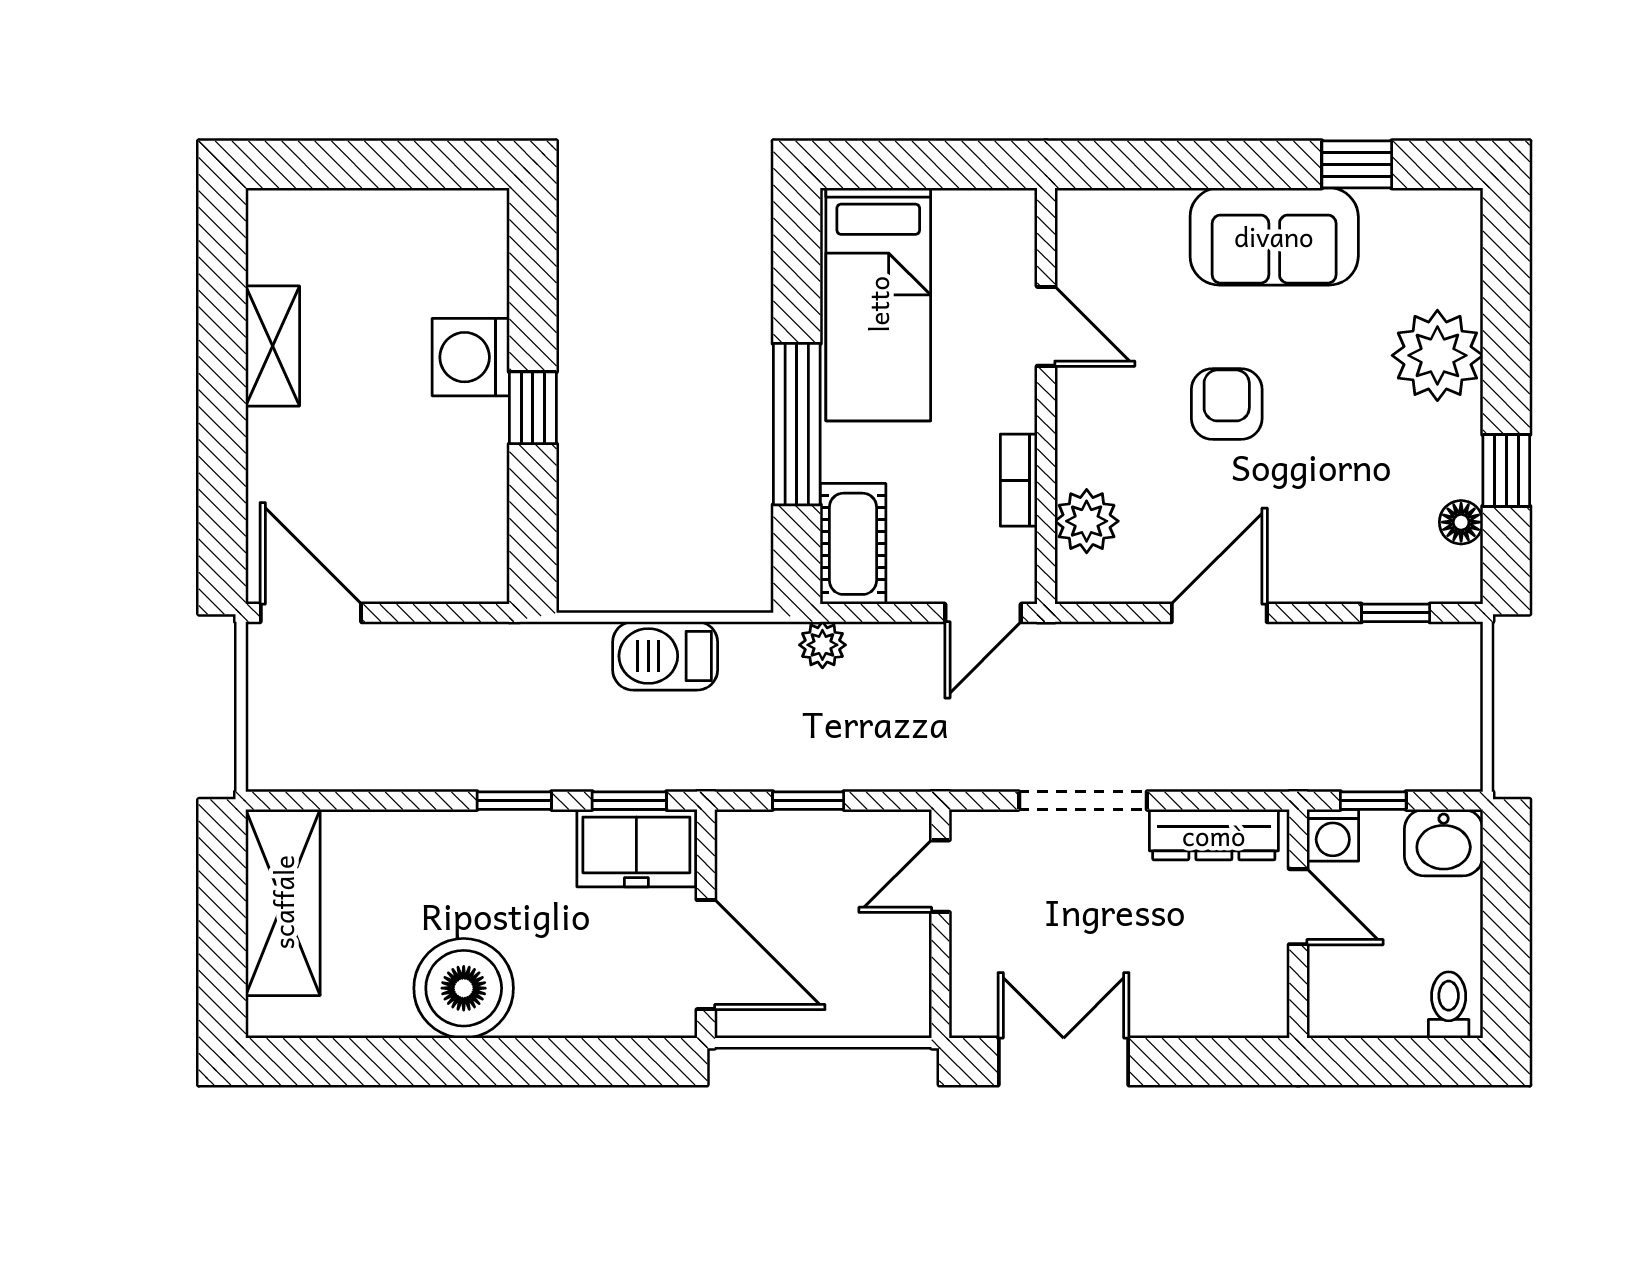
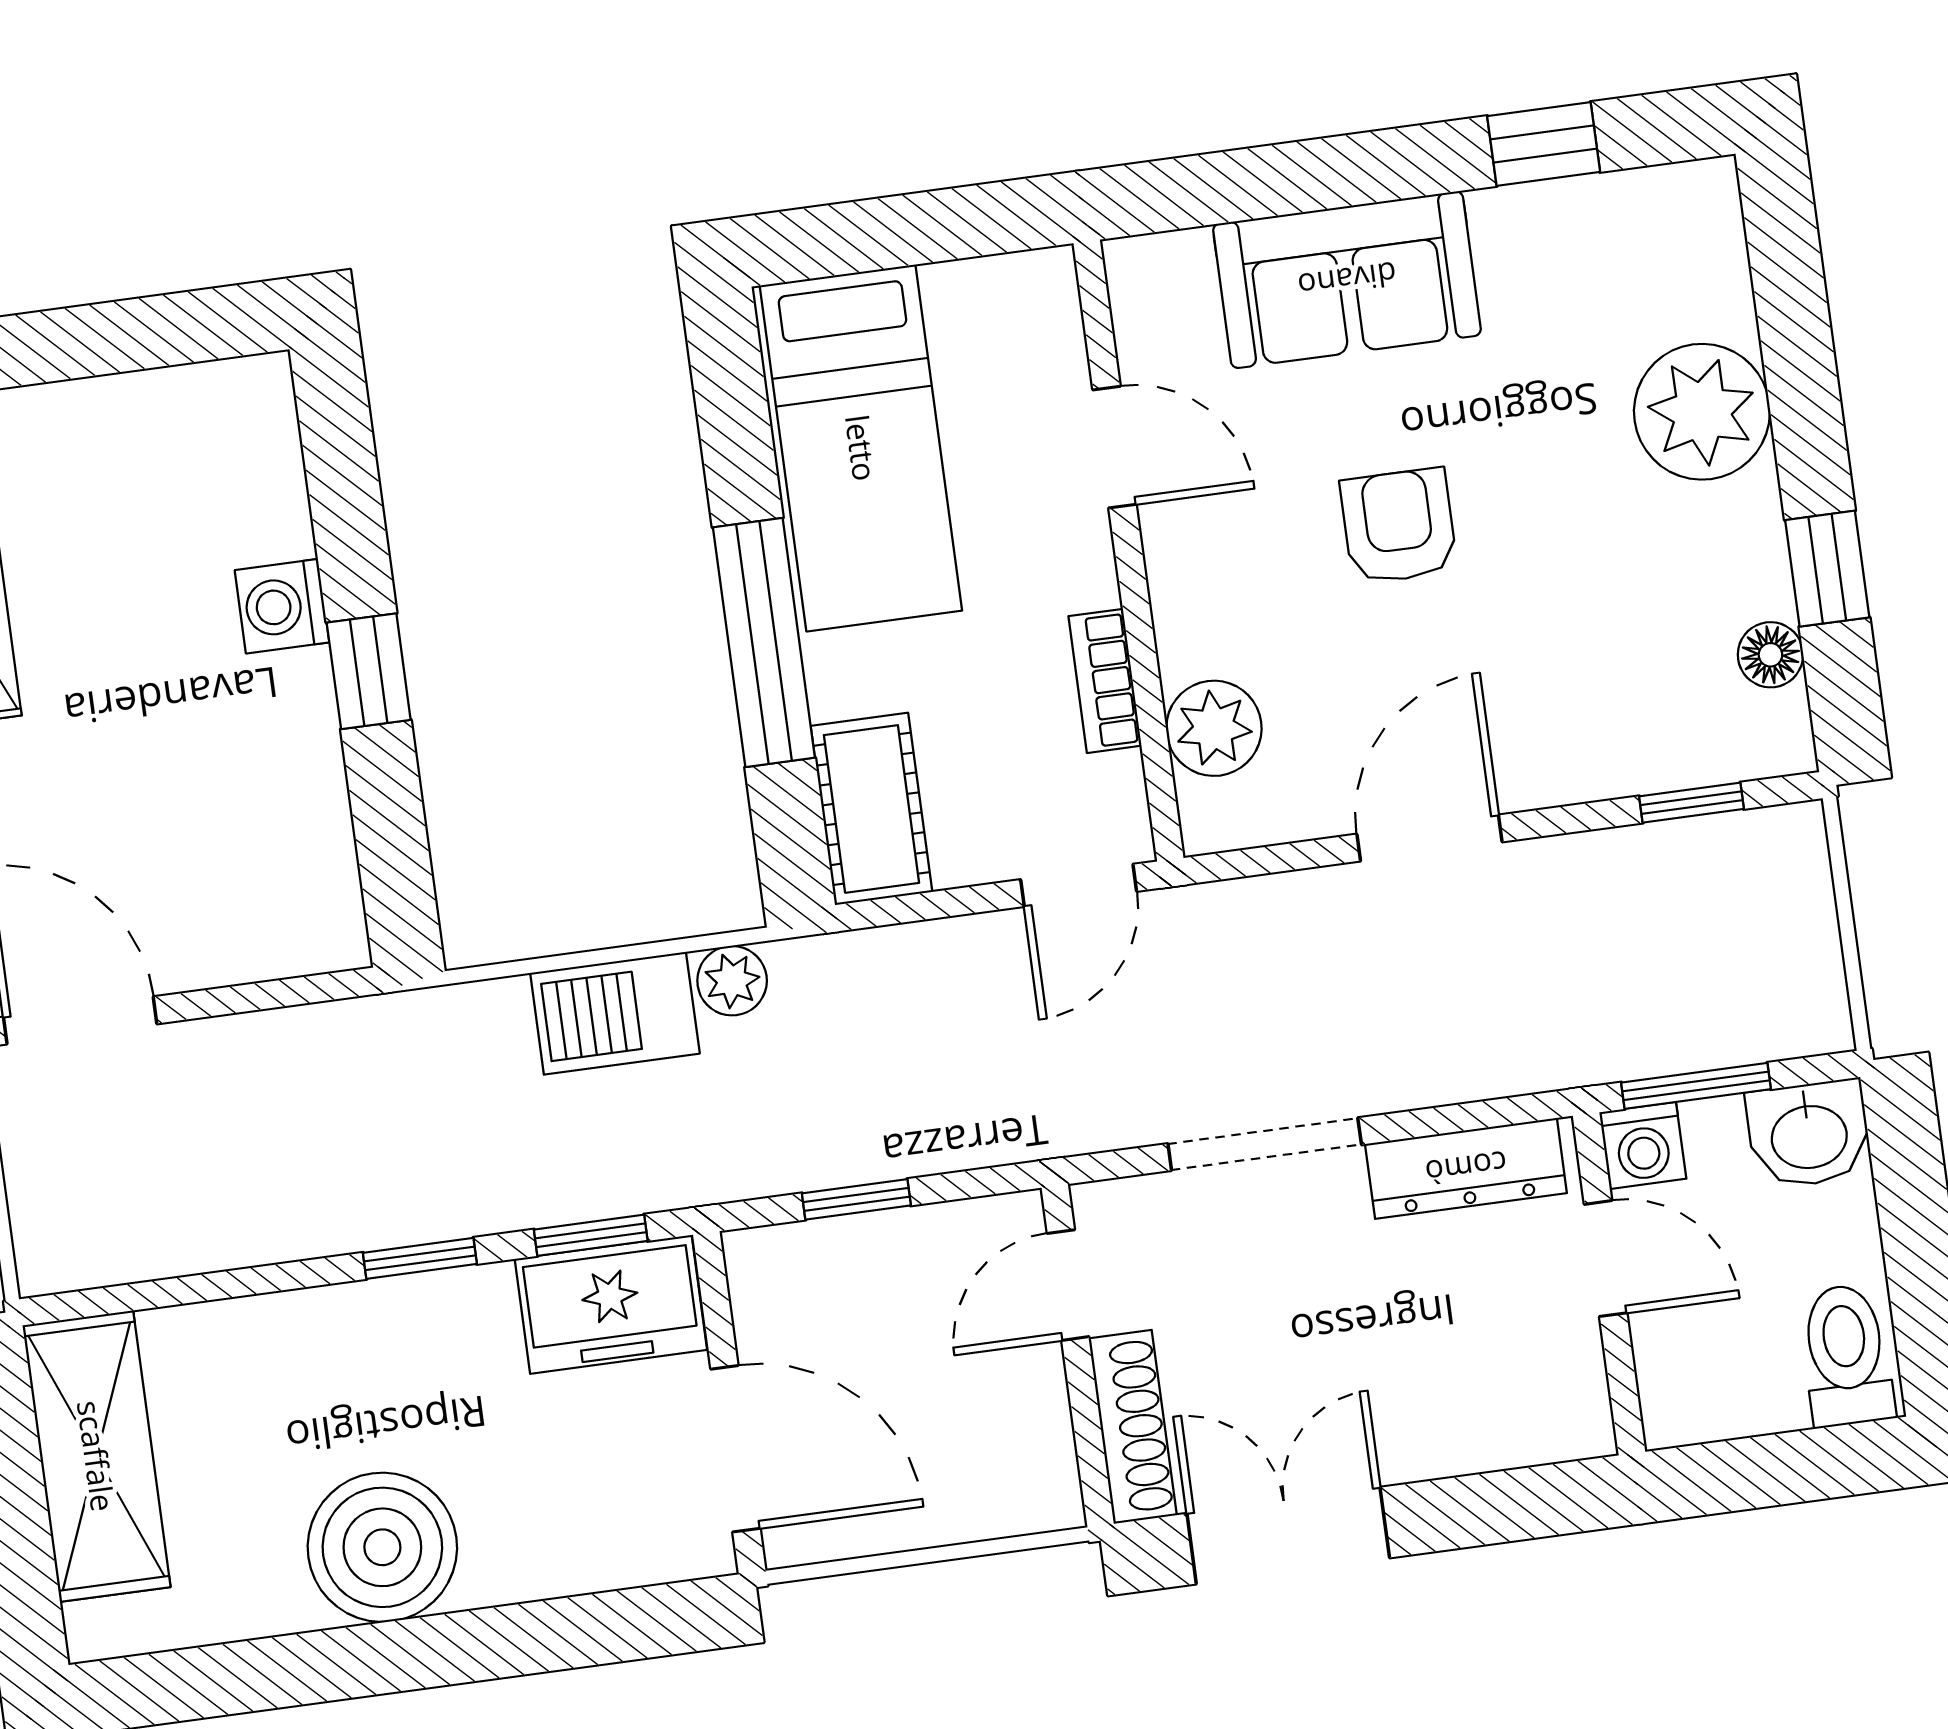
sofa: (1274, 236) -> (1347, 280), moved
washing machine: (471, 357) -> (282, 606), width x0.73, depth x0.73
plant: (822, 645) -> (732, 981), moved
window: (1373, 801) -> (1696, 1086), width x1.50
shoe rack: (970, 976) -> (1133, 1427), added
toilet: (1449, 1005) -> (1846, 1355), width x1.37, depth x1.39

